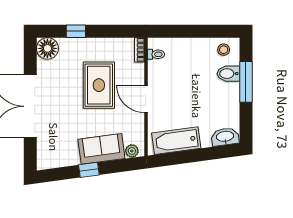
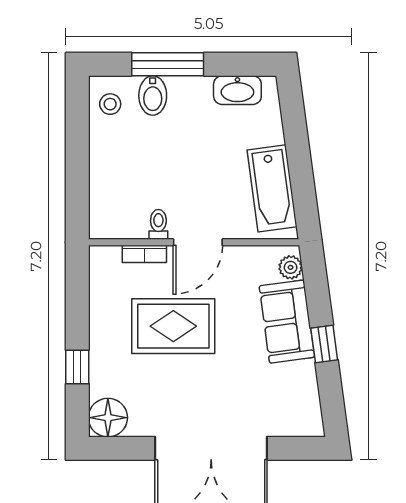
bookcase: (139, 50) -> (144, 254), moved
toilet: (156, 54) -> (158, 224), moved
washbasin: (225, 137) -> (237, 90), moved, turned -82

